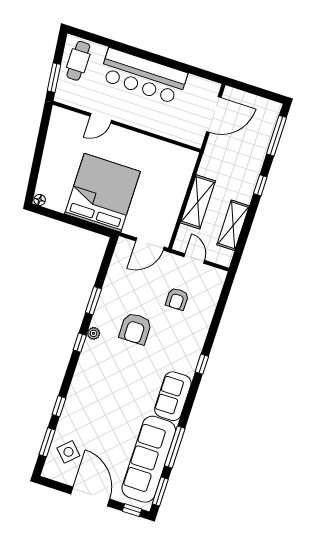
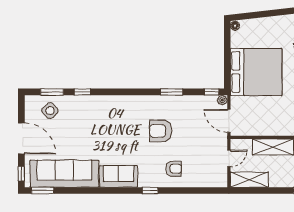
shelving: (233, 225) -> (249, 180), moved
armchair: (177, 299) -> (174, 169), moved, turned 180
plant: (94, 333) -> (222, 100), moved
window: (80, 343) -> (211, 92), moved
window: (175, 447) -> (80, 190), removed
door: (90, 496) -> (21, 138), hinge flipped

